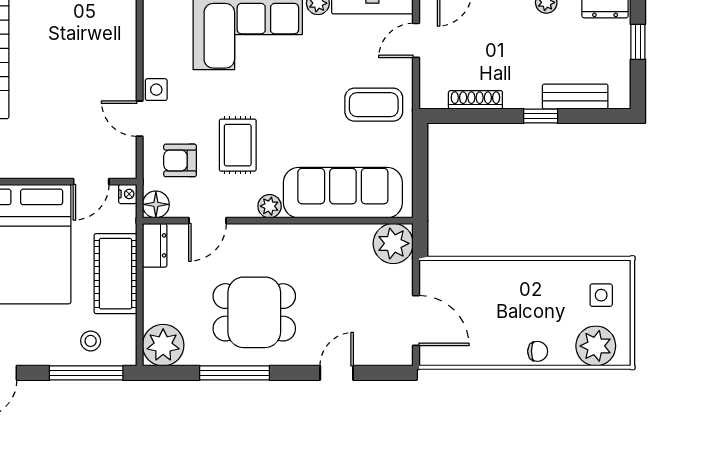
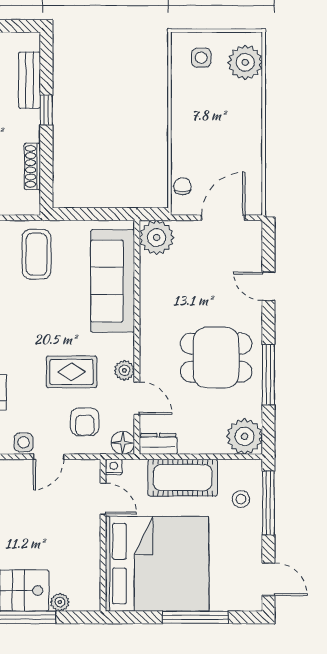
plant: (270, 206) -> (124, 370), moved
dining table: (254, 312) -> (216, 358), turned 90
chair: (538, 351) -> (182, 186), moved

